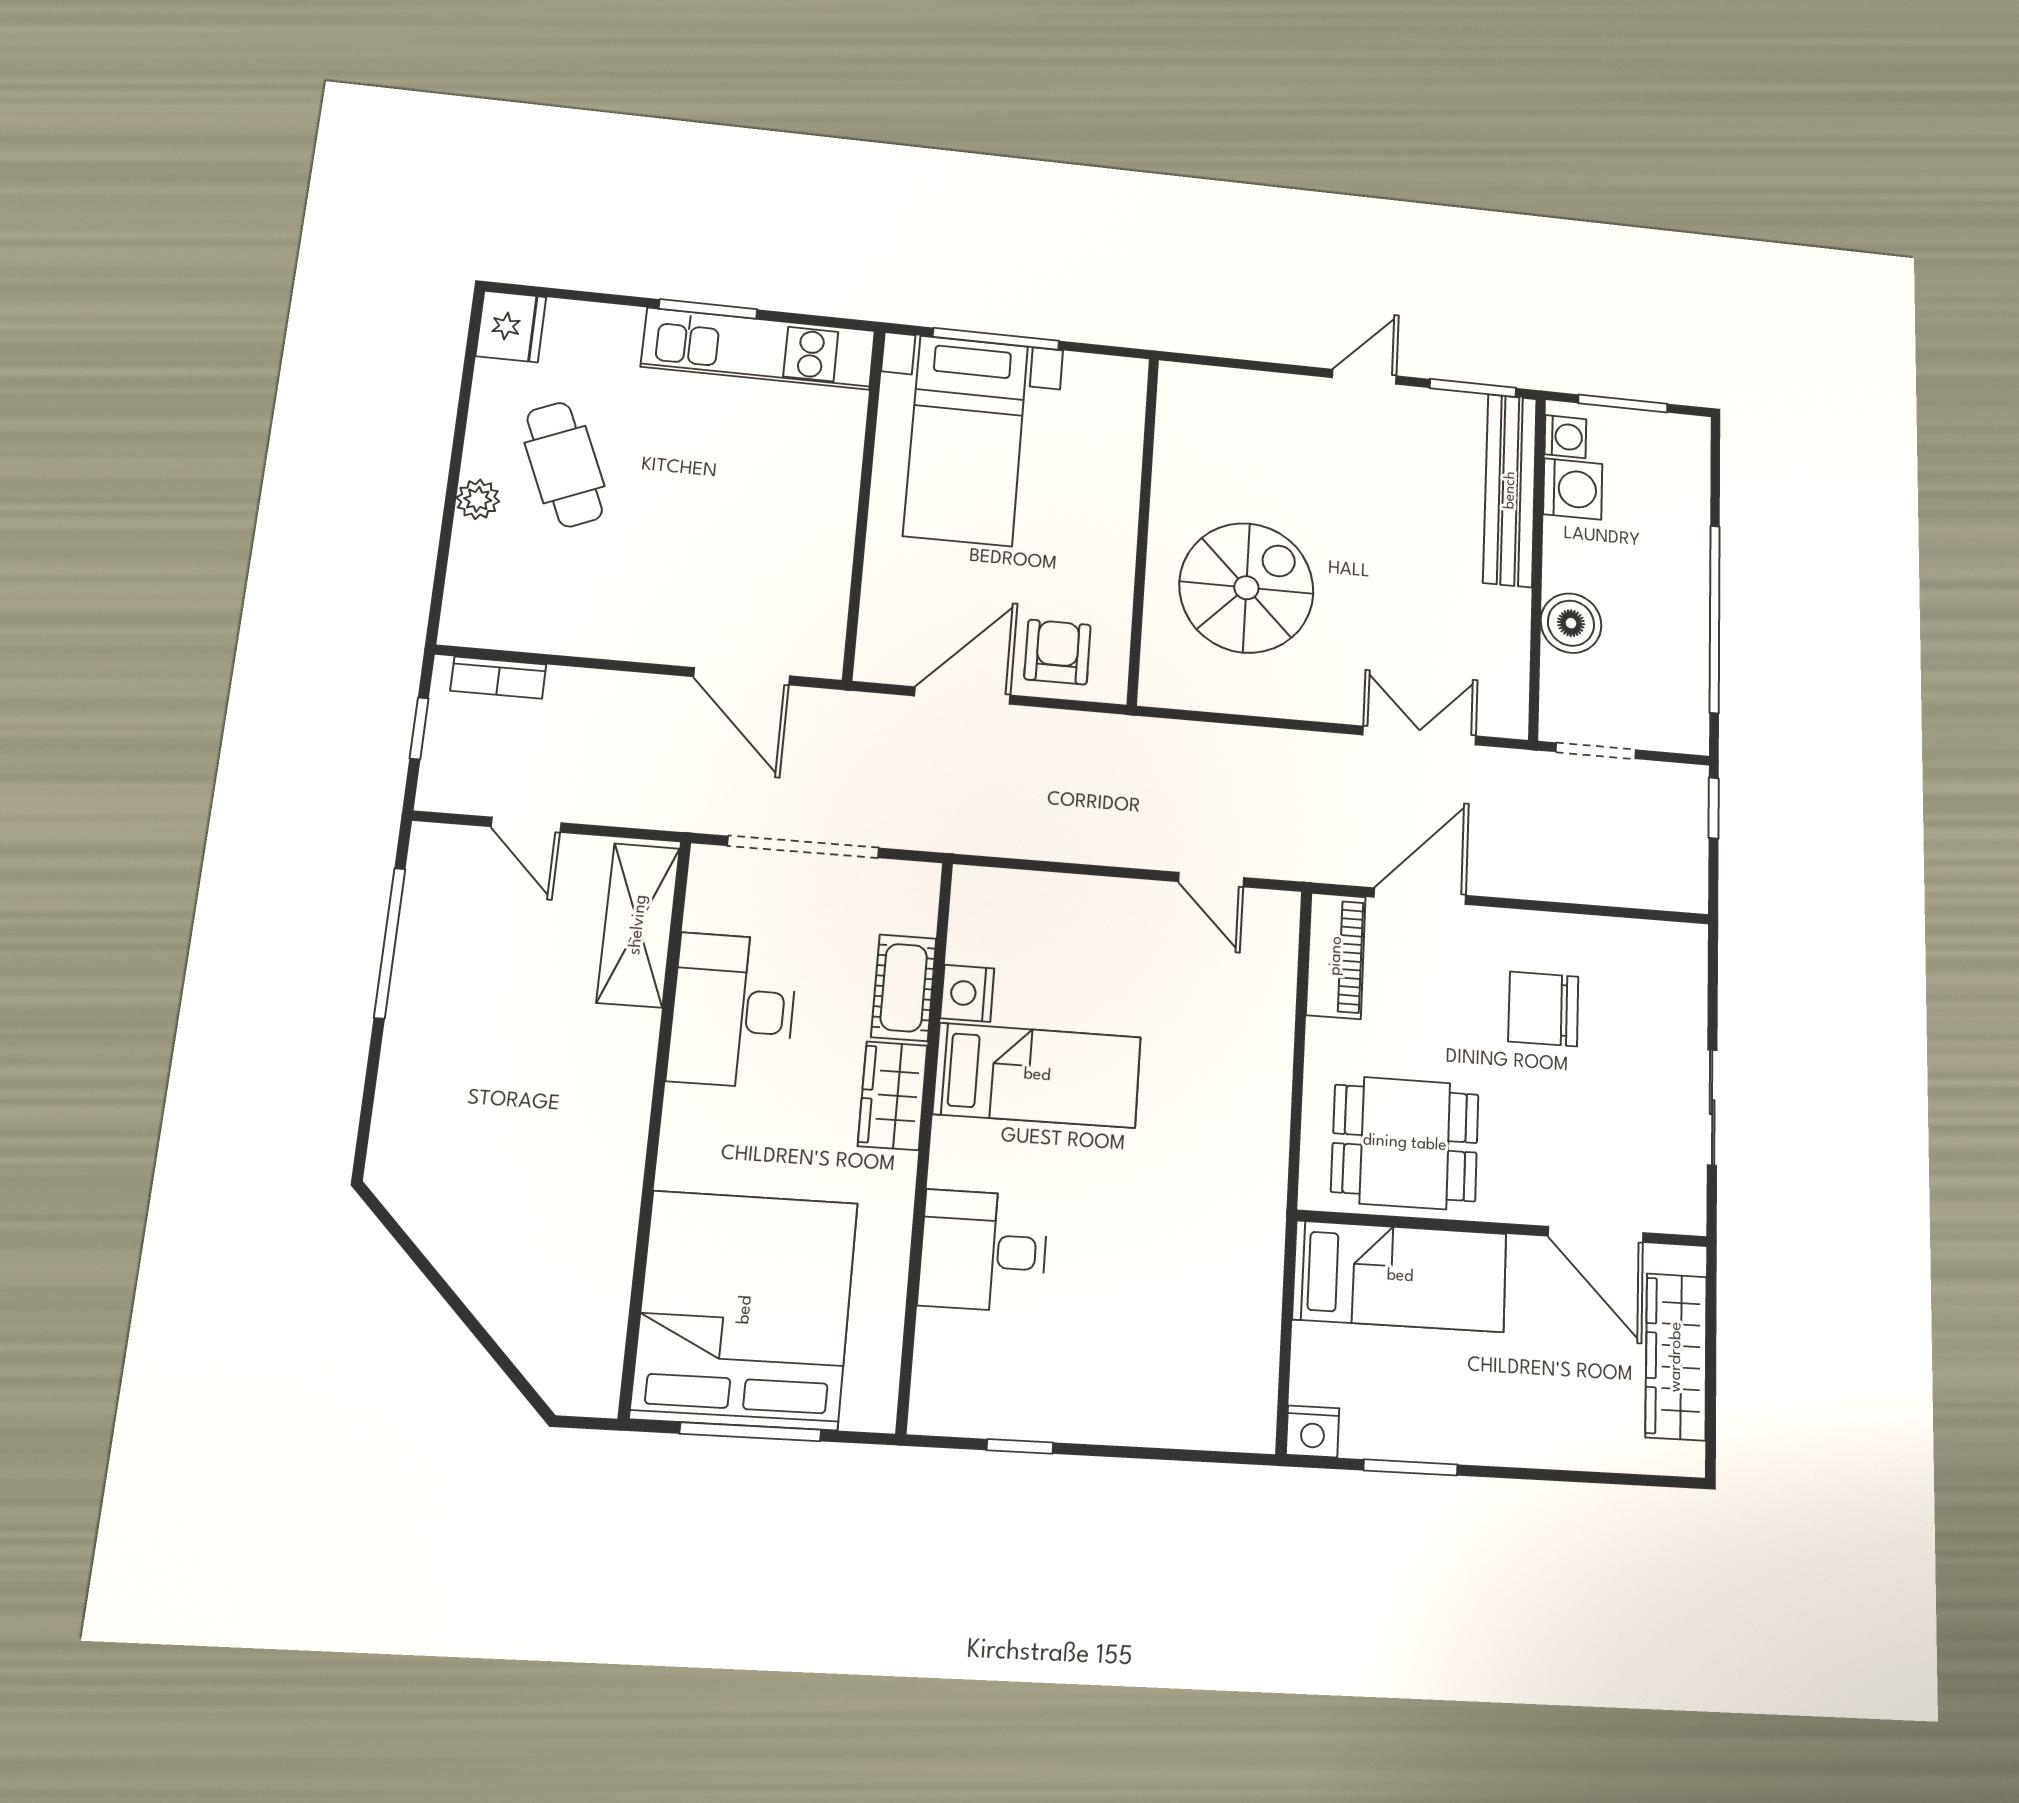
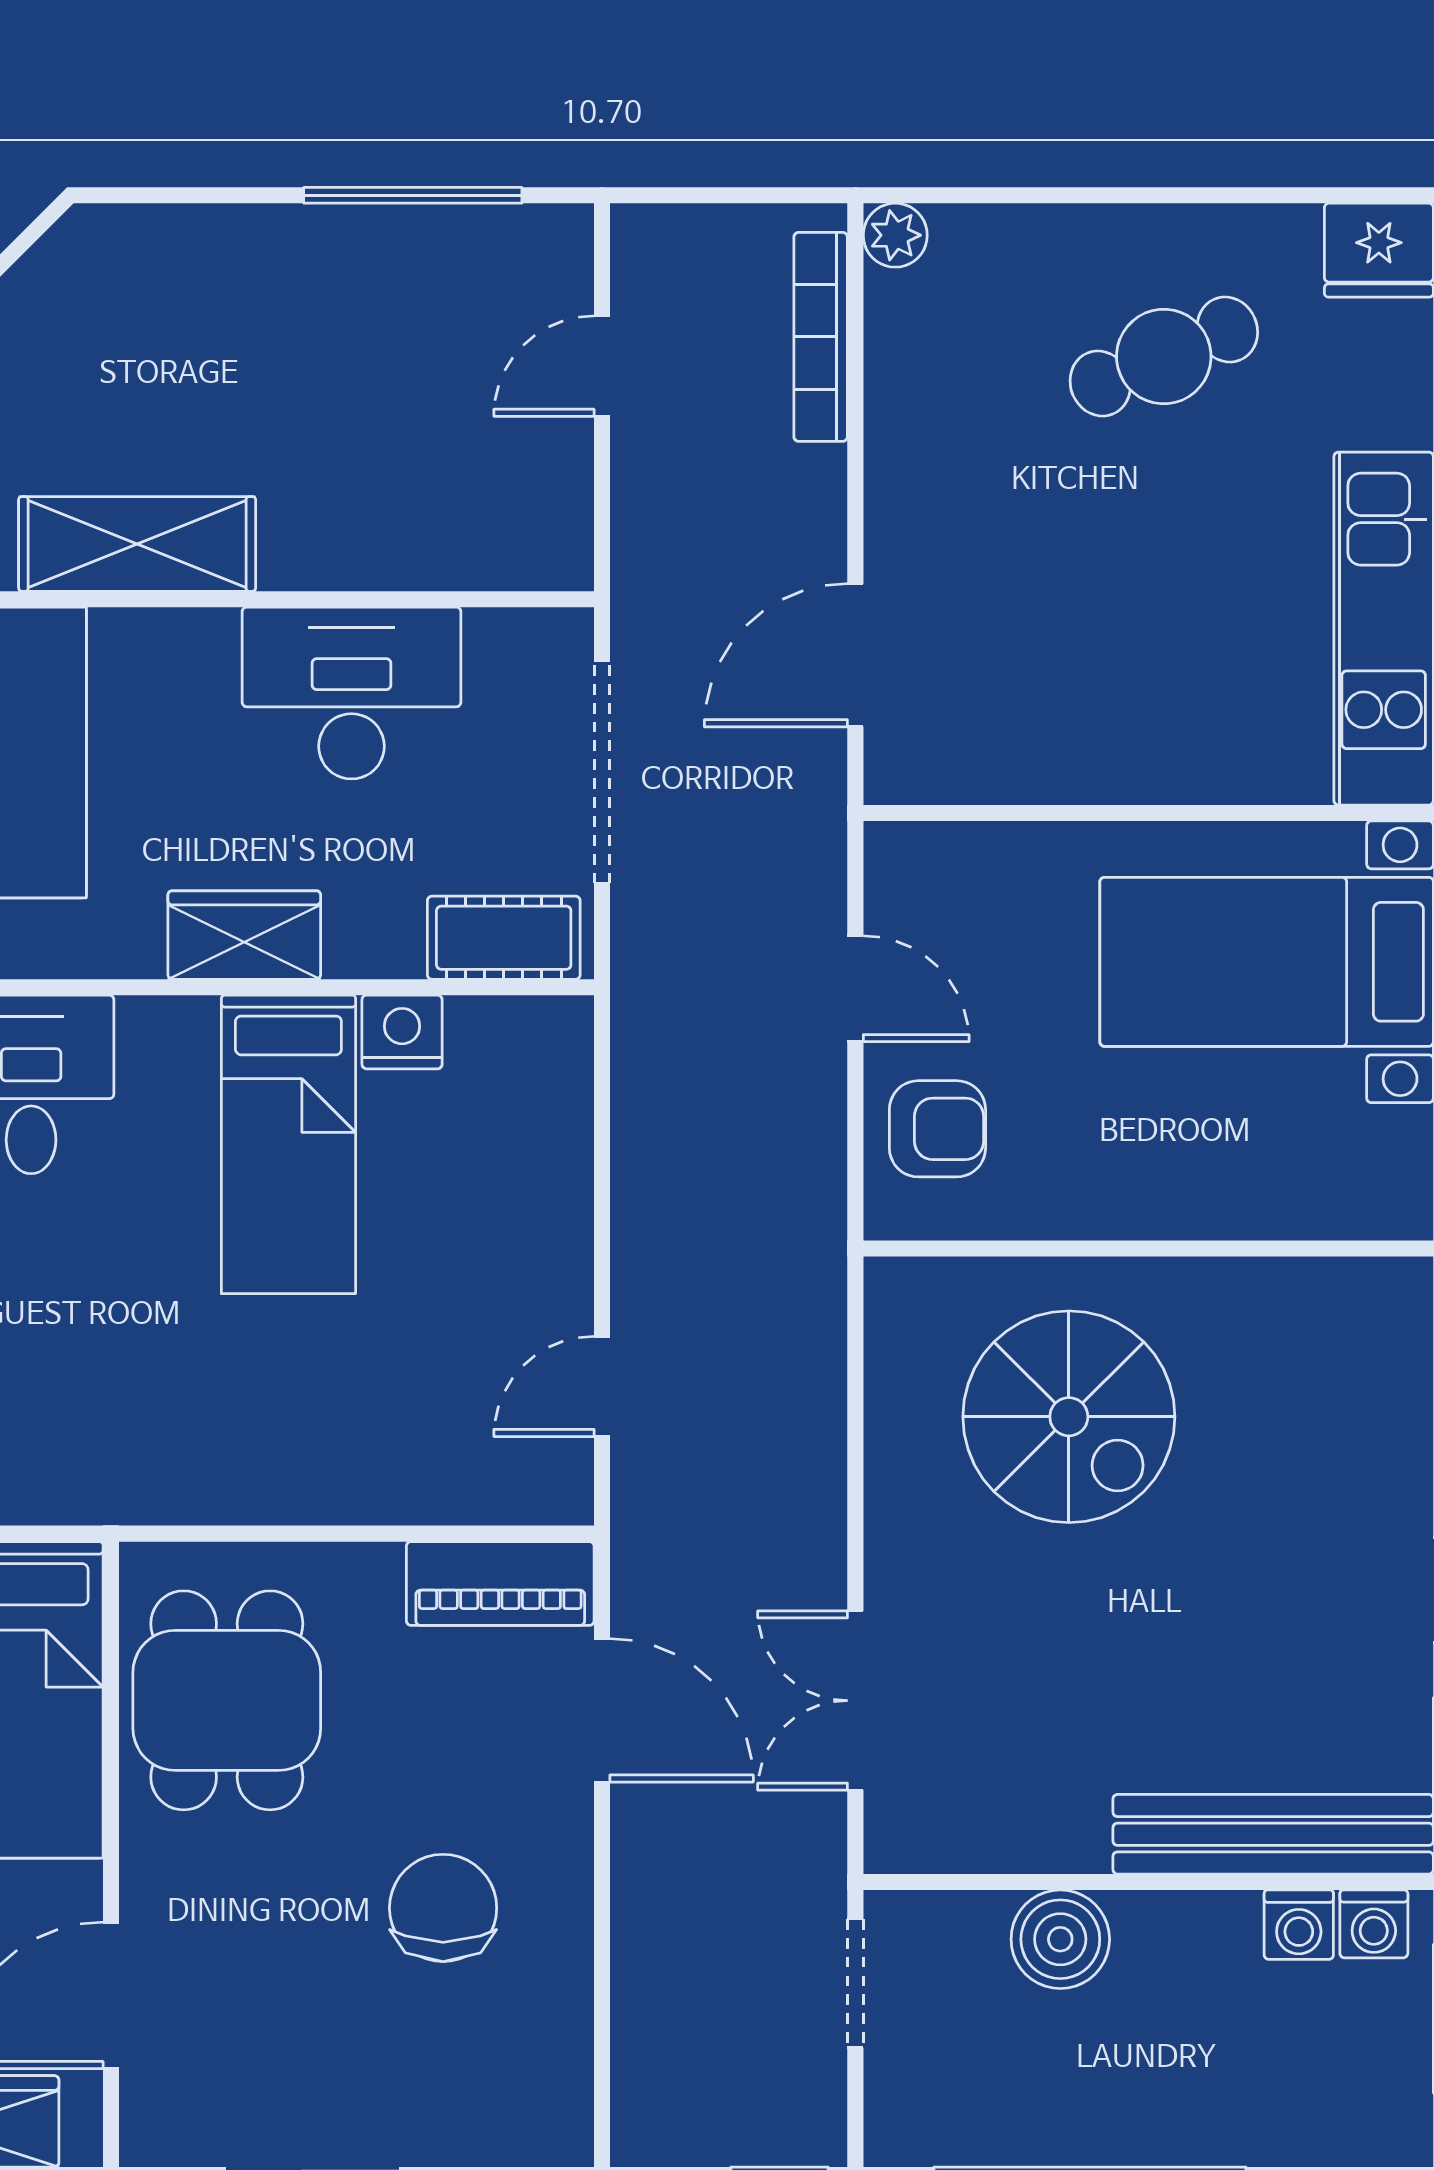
washing machine: (1573, 489) -> (1299, 1925), width x0.73, depth x0.73
plant: (478, 499) -> (895, 235), moved
bookcase: (498, 678) -> (821, 337), width x1.56
door: (962, 696) -> (855, 989), width x0.73
window: (419, 728) -> (733, 195), removed
double door: (1419, 735) -> (855, 1701), swing flipped
shelving: (638, 925) -> (137, 544), moved
cot: (904, 988) -> (504, 938), moved

